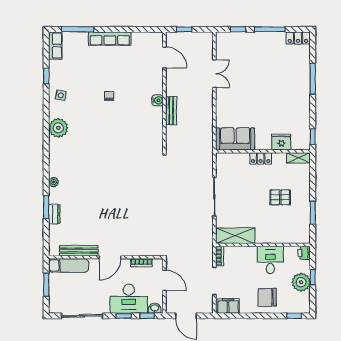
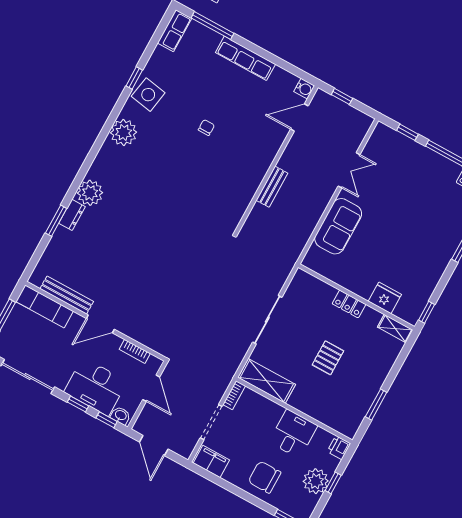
door: (164, 57) -> (299, 117), swing flipped
window: (46, 76) -> (134, 78), moved
side table: (61, 95) -> (148, 95), width x1.87, depth x1.87
water cooler: (158, 100) -> (304, 89), moved
sofa: (235, 139) -> (338, 226), moved, turned 90
plant: (54, 182) -> (90, 193), width x1.87, depth x1.87
pallet: (280, 197) -> (328, 358), moved, turned 90
dresser: (54, 214) -> (72, 215), moved

